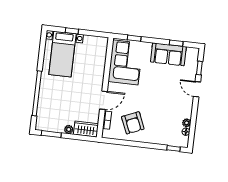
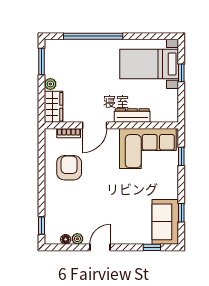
sofa: (168, 54) -> (165, 222), moved
dresser: (99, 71) -> (132, 116), added
door: (197, 89) -> (100, 247), moved
door: (104, 100) -> (95, 125), hinge flipped
armchair: (133, 123) -> (69, 168), turned 113

